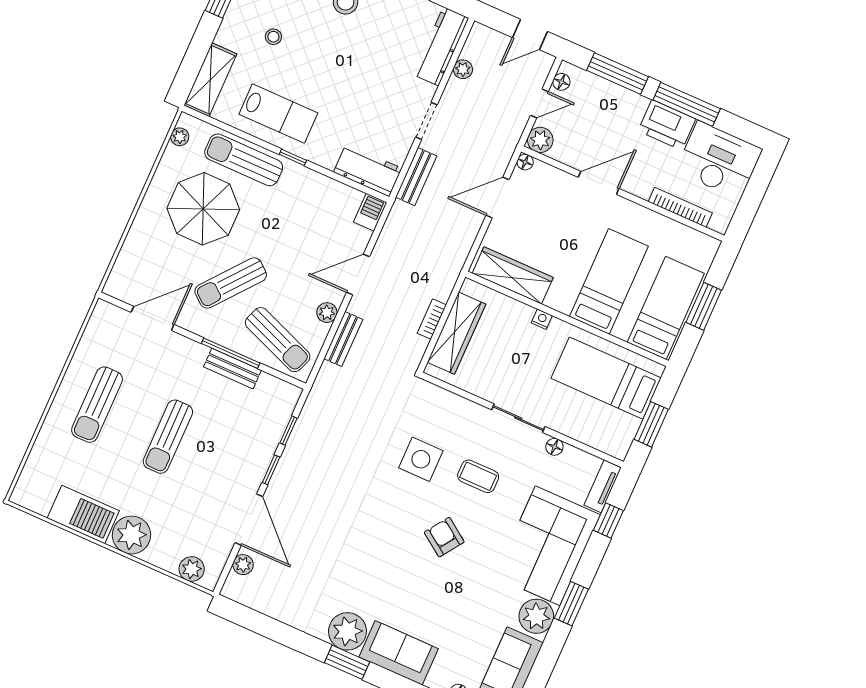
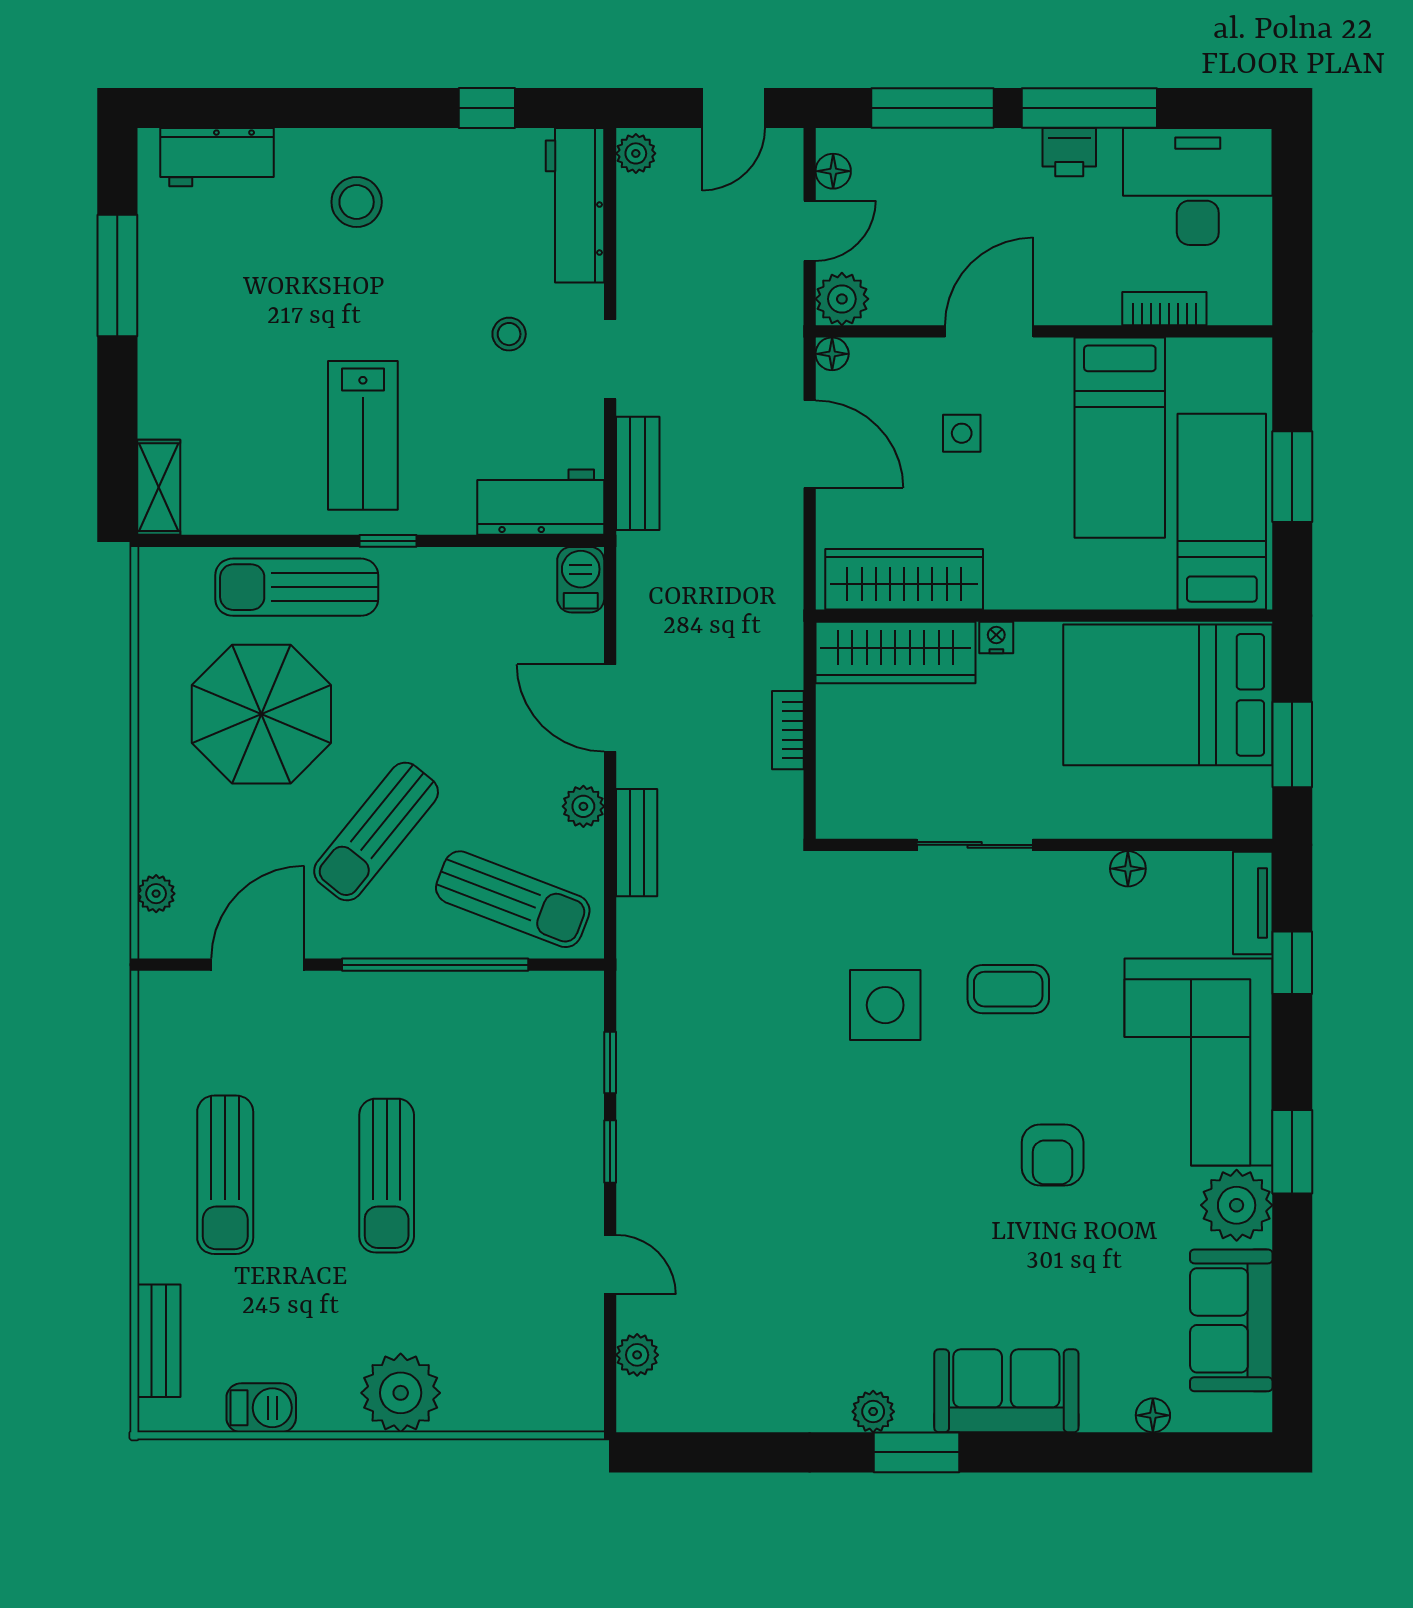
stool: (273, 37) -> (509, 334), moved
plant: (463, 69) -> (636, 153), moved
shelving: (210, 80) -> (159, 487), width x0.67, depth x0.75
lab bench: (278, 114) -> (363, 435), moved, turned 90
printer: (667, 125) -> (1069, 152), width x0.53, depth x0.68
plant: (180, 137) -> (156, 894), moved
door: (497, 197) -> (810, 444), swing flipped
bookcase: (680, 207) -> (1164, 309), width x0.64
side table: (567, 222) -> (962, 433), added
door: (358, 274) -> (610, 708), hinge flipped
bed: (609, 281) -> (1120, 438), moved, turned 180
wardrobe: (457, 333) -> (895, 652), moved, turned 90
window: (231, 353) -> (435, 965), width x1.46
bench: (232, 369) -> (159, 1341), moved, turned 90
bed: (606, 378) -> (1168, 695), width x1.50
sliding door: (518, 418) -> (975, 845), moved
barbecue: (83, 514) -> (261, 1408), width x0.53, depth x0.65
door: (249, 520) -> (610, 1265), width x0.53
armchair: (444, 537) -> (1053, 1155), moved, turned -125
plant: (192, 569) -> (543, 1407), removed
plant: (347, 631) -> (873, 1412), width x0.53, depth x0.53

